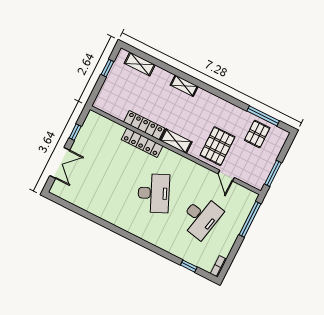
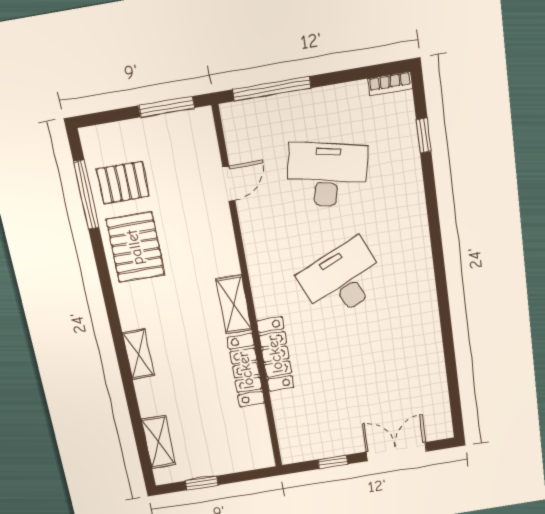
pallet: (217, 146) -> (135, 247), moved, turned 90

